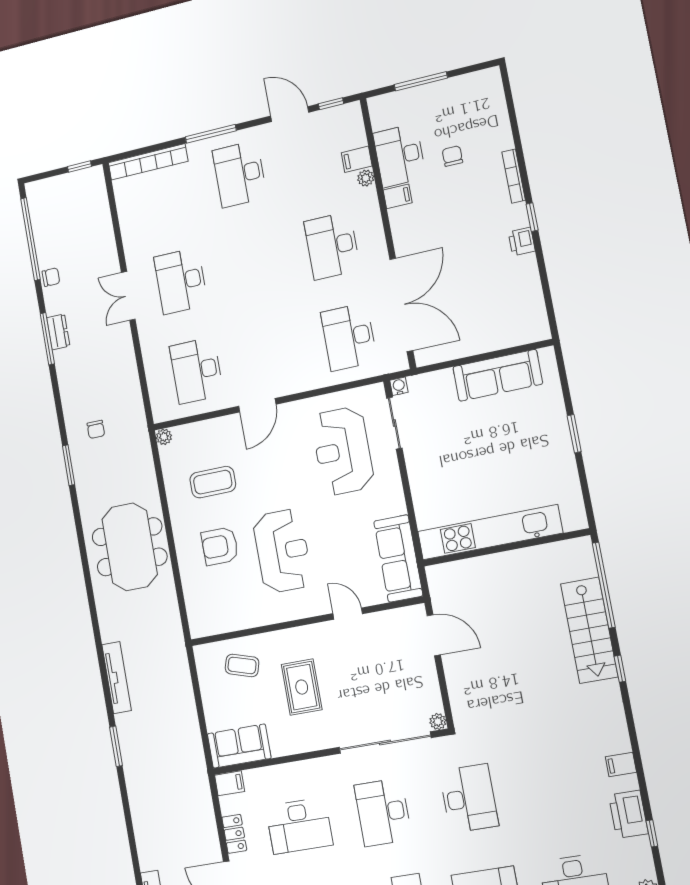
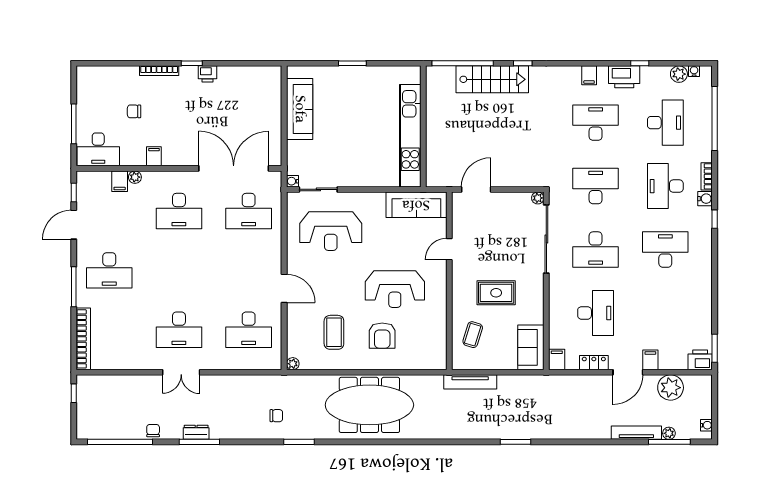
desk: (400, 155) -> (98, 149), moved
meeting table: (130, 547) -> (369, 405), width x1.36
reception desk: (282, 551) -> (395, 289), turned 180
tv unit: (117, 678) -> (470, 382), moved, turned 180
desk: (556, 784) -> (596, 123), added

